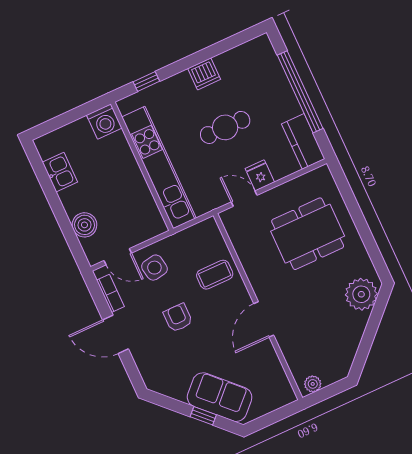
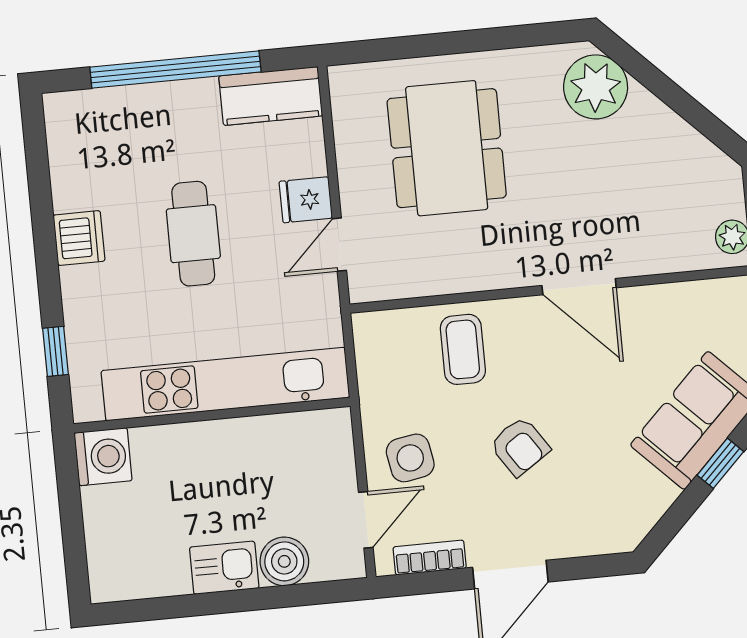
kitchen sink: (60, 172) -> (224, 568), moved
armchair: (178, 318) -> (520, 446), turned -124

